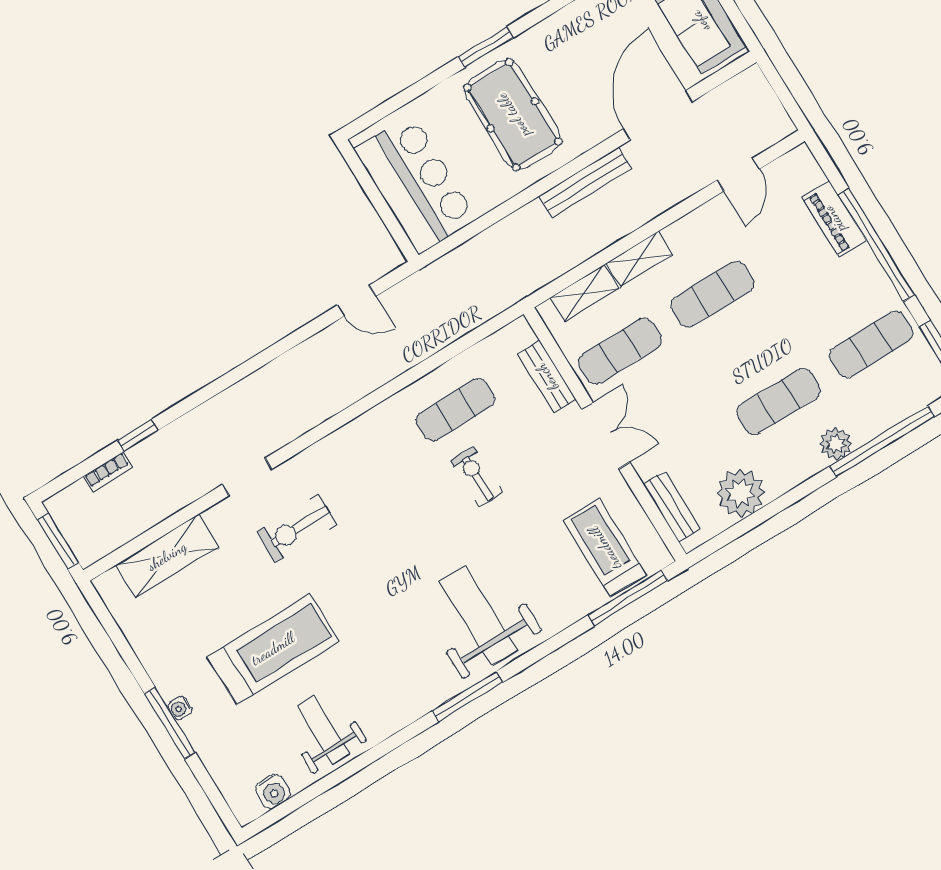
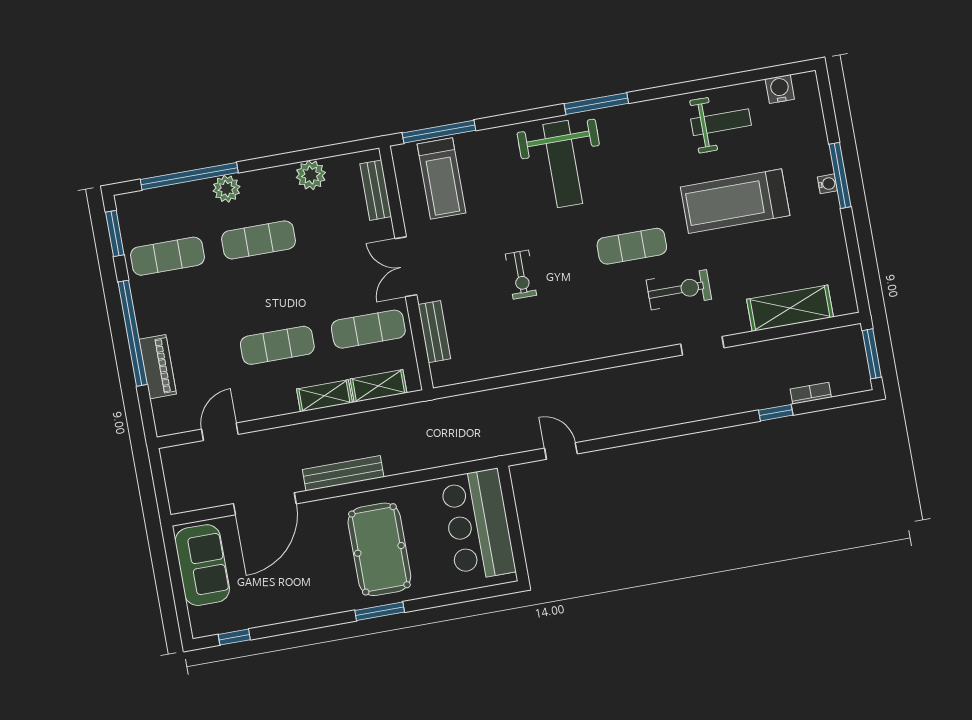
exercise mat: (455, 410) -> (632, 246), moved
plant: (740, 493) -> (311, 175), width x0.73, depth x0.73
weight bench: (323, 730) -> (721, 122), turned -90

